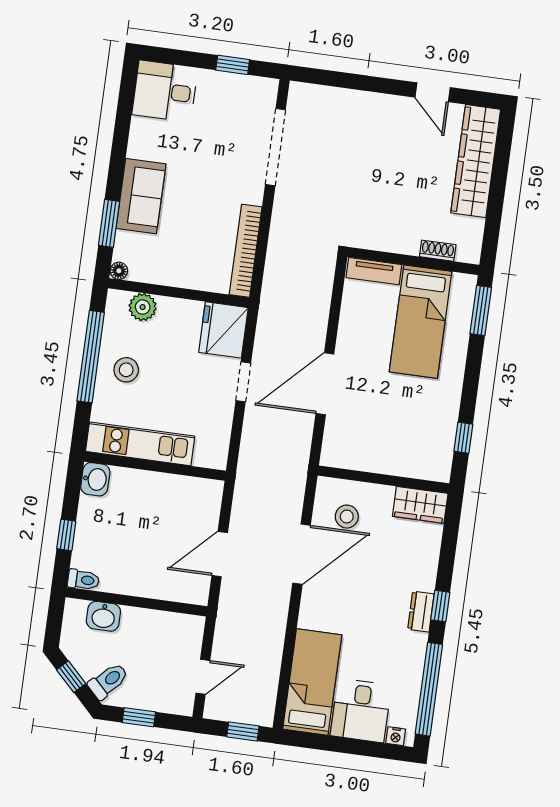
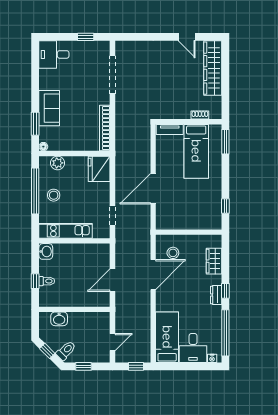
doorway: (243, 382) -> (113, 216), moved
wardrobe: (420, 505) -> (214, 261), moved, turned 90
toilet: (83, 580) -> (47, 281), moved

